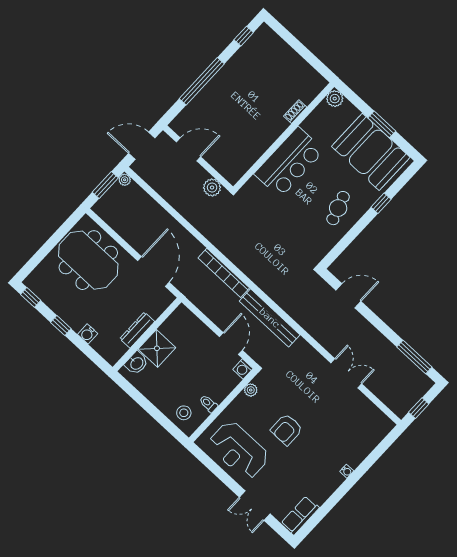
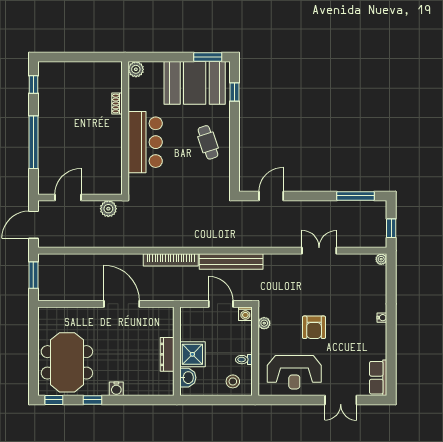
window: (382, 124) -> (208, 57), moved
plant: (125, 180) -> (381, 259), moved
window: (381, 203) -> (234, 92), moved
meeting table: (88, 260) -> (67, 362), moved, turned 90
dresser: (137, 330) -> (167, 354), moved
wall: (147, 335) -> (177, 351), moved
shower: (157, 348) -> (192, 354), moved
washbasin: (136, 363) -> (188, 378), moved

